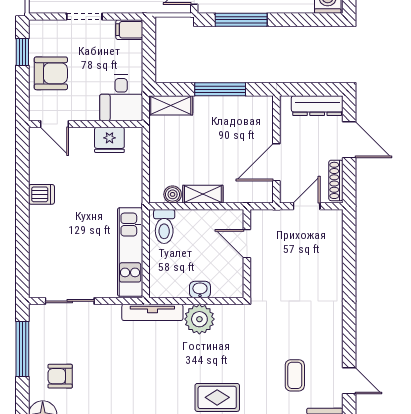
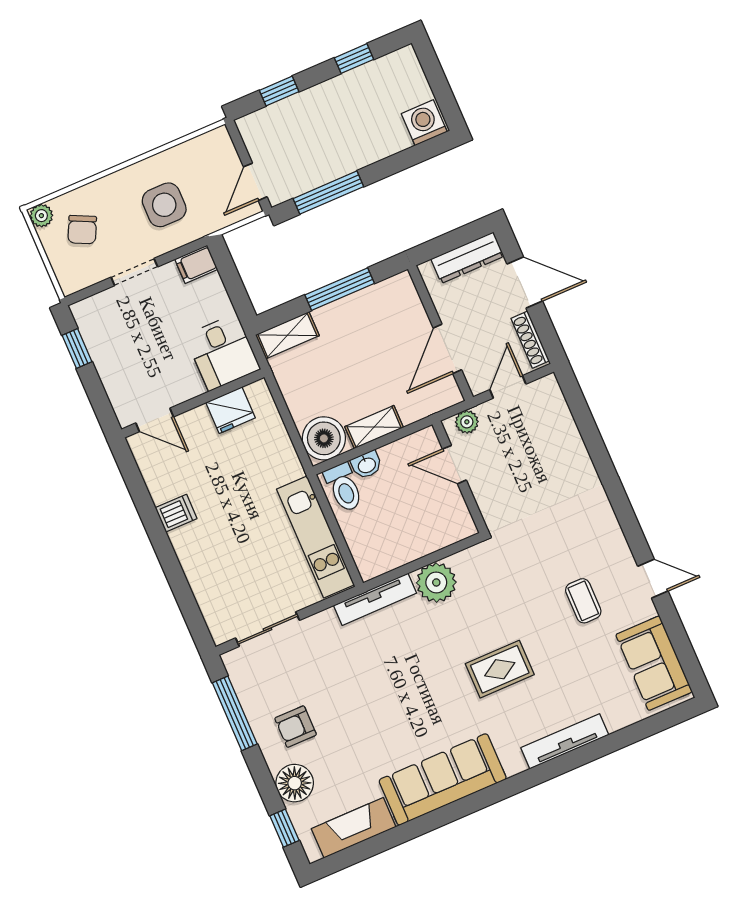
armchair: (51, 73) -> (123, 360), removed
boiler: (173, 194) -> (324, 438), width x1.86, depth x1.86
plant: (268, 218) -> (467, 422), added
washbasin: (200, 290) -> (367, 465), moved, turned 180

